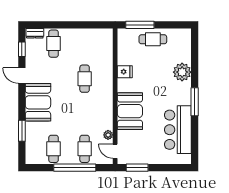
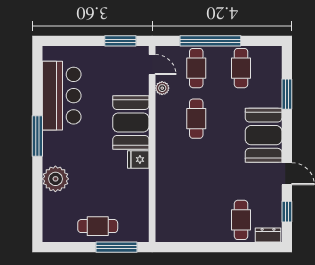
fridge: (125, 72) -> (138, 160), moved
cafe table: (85, 79) -> (196, 119), moved

